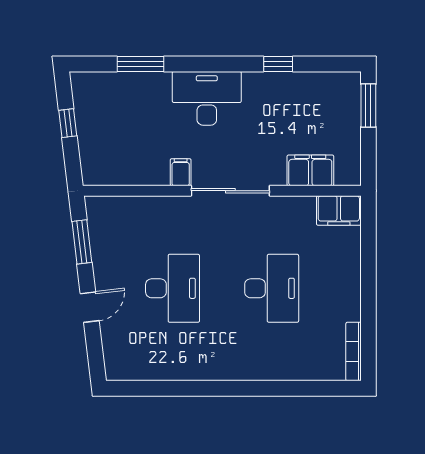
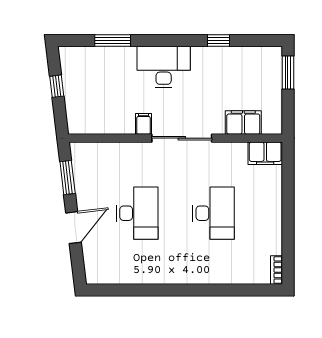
door: (90, 307) -> (73, 228), width x1.38
bookcase: (354, 352) -> (277, 270), width x0.64

